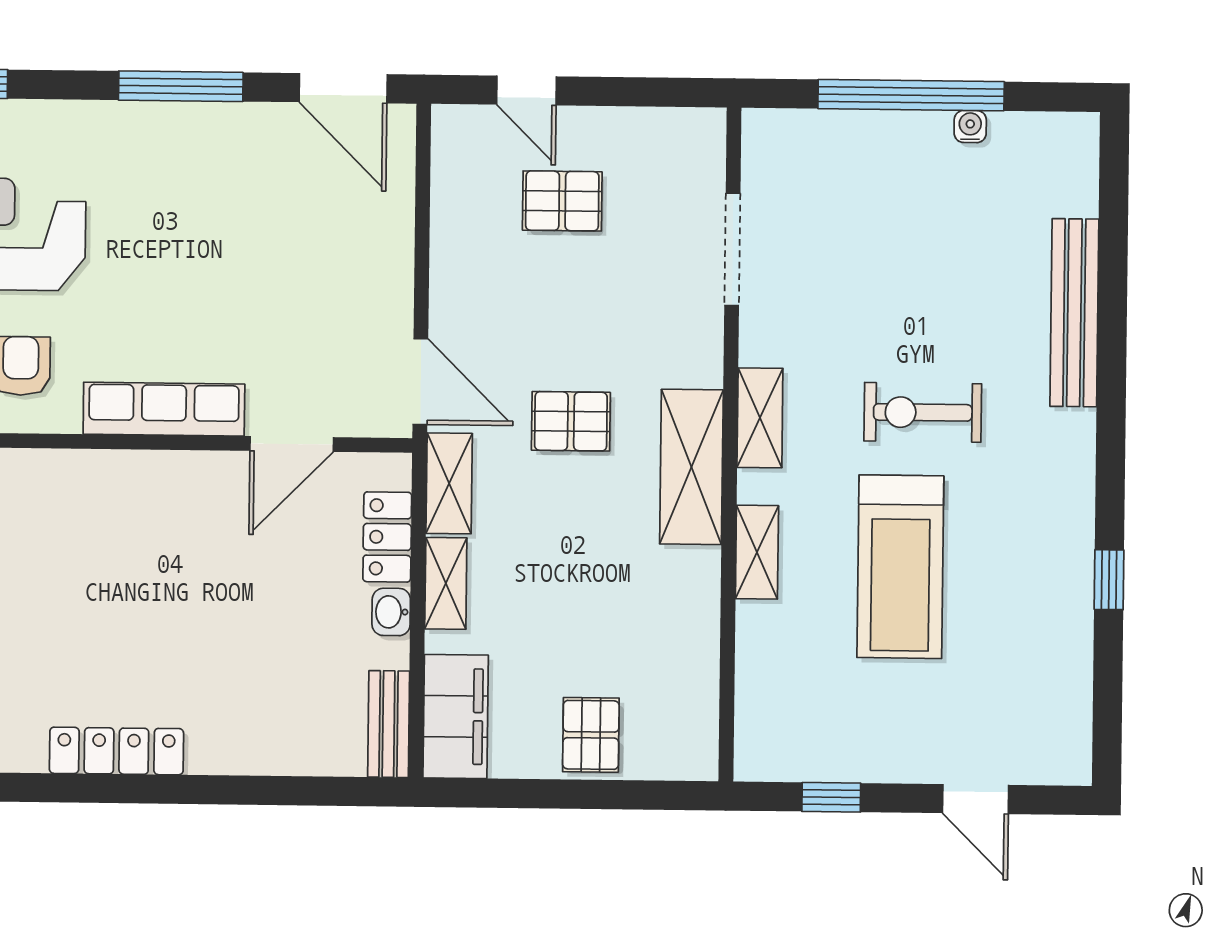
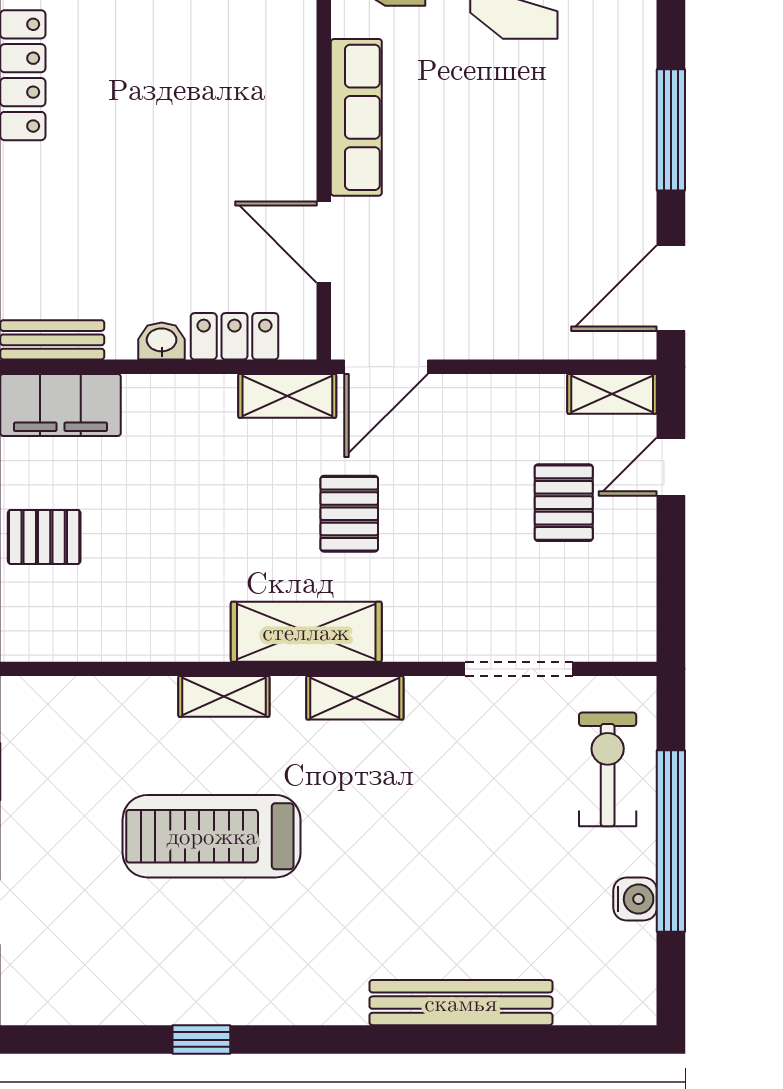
water cooler: (970, 126) -> (635, 899), width x1.38, depth x1.38
exercise bike: (923, 412) -> (608, 769), moved
shelving: (446, 583) -> (612, 394), moved

